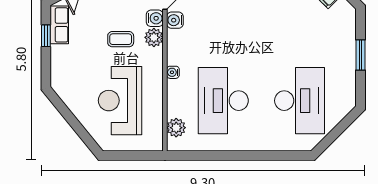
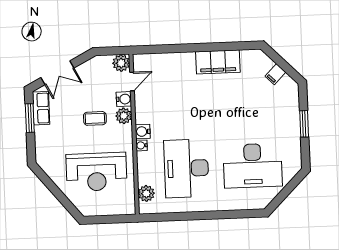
water cooler: (175, 20) -> (143, 132), moved
window: (46, 36) -> (30, 118), width x1.50
reception desk: (120, 101) -> (96, 172), turned -90
desk: (300, 101) -> (253, 166), turned 90

